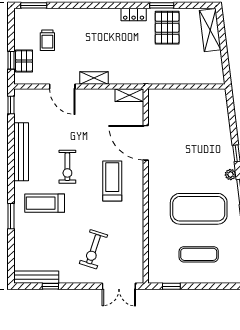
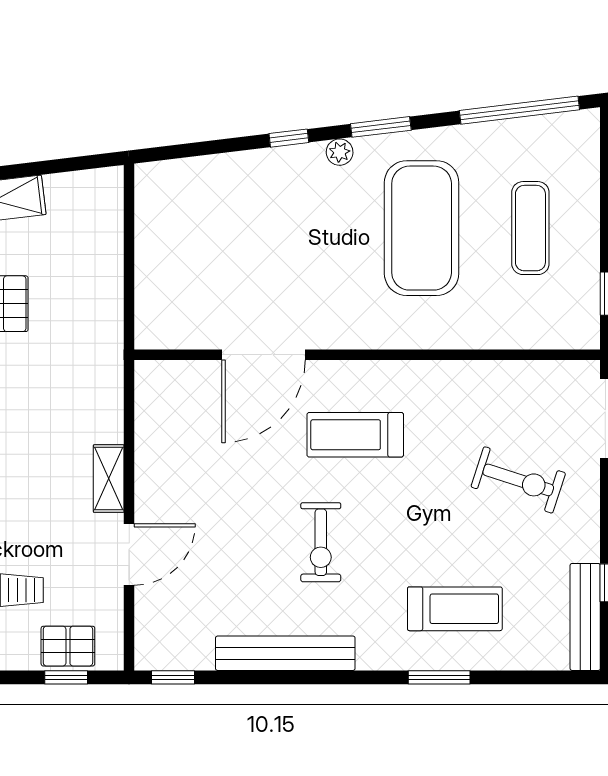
shelving: (129, 95) -> (150, 394), removed
exercise bike: (67, 167) -> (321, 542), turned 90
treadmill: (45, 203) -> (455, 609), moved, turned -90

